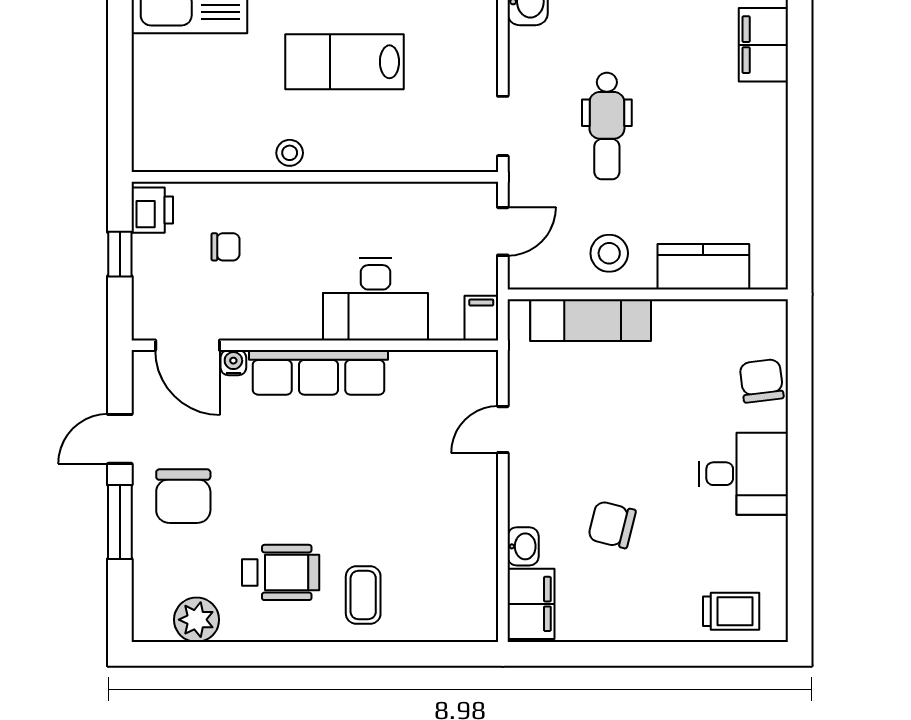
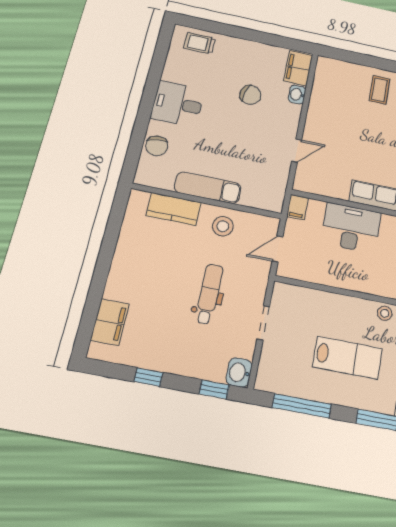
doorway: (503, 126) -> (263, 323), moved
exam couch: (591, 320) -> (208, 188), moved

